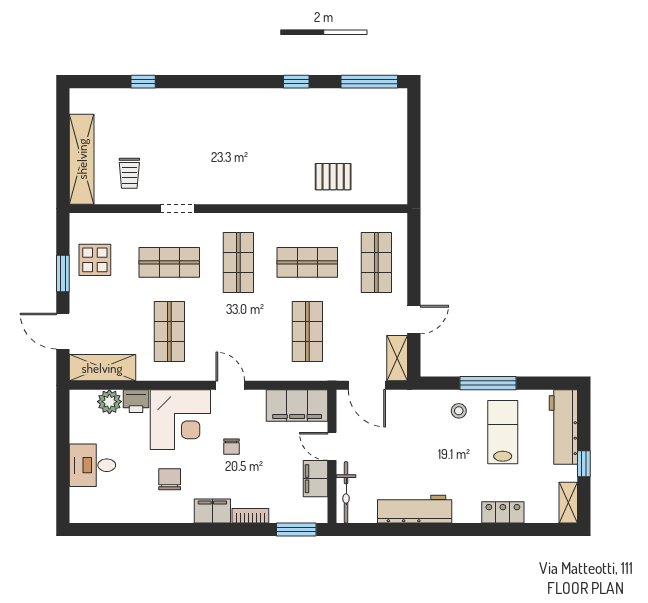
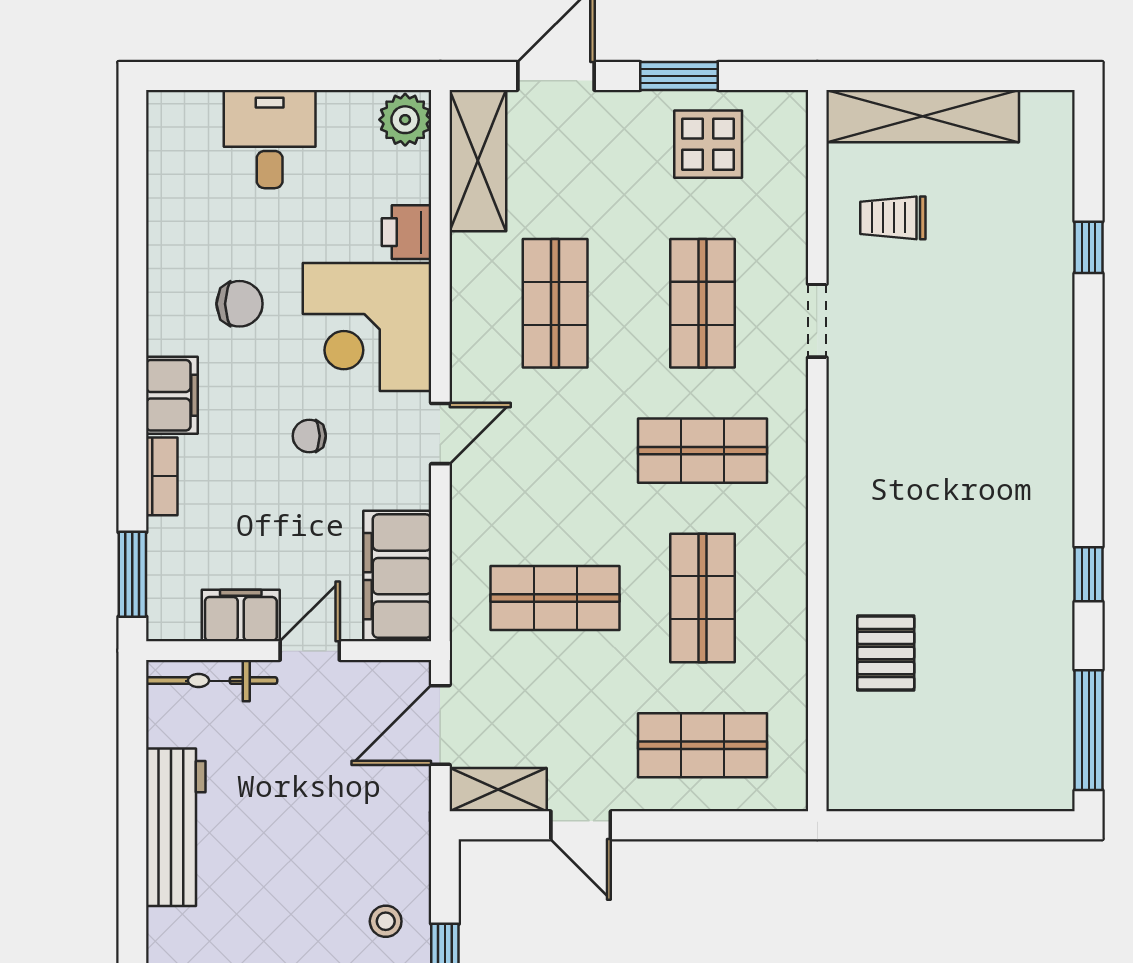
shop shelf: (169, 331) -> (555, 303), turned 90
plant: (109, 402) -> (405, 120), moved

